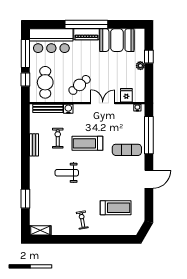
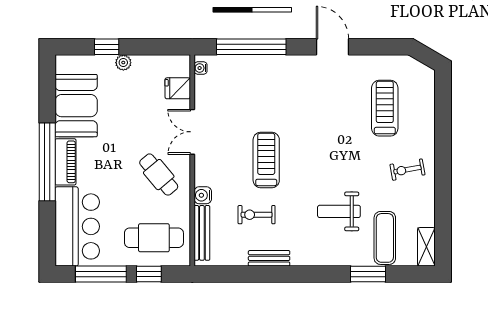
treadmill: (87, 143) -> (266, 160), turned 180
exercise mat: (127, 150) -> (385, 238), moved
weight bench: (67, 173) -> (339, 211), moved, turned 90

